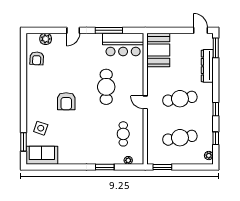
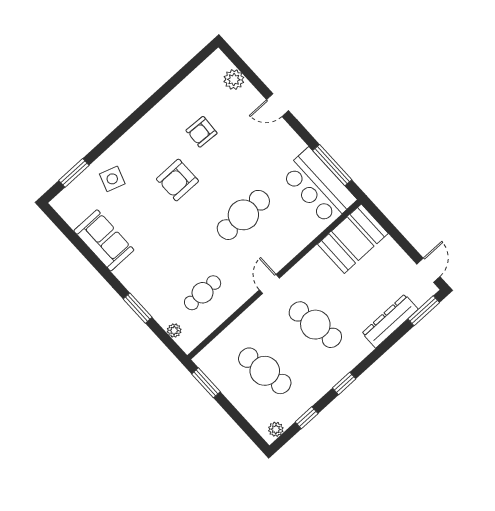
window: (109, 30) -> (332, 165), moved
armchair: (37, 58) -> (202, 132), moved
sofa: (42, 155) -> (104, 240), moved

